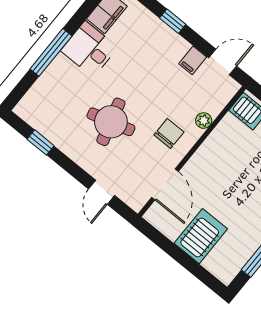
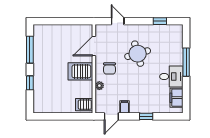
door: (165, 184) -> (94, 46), hinge flipped
server rack: (201, 236) -> (80, 71), moved, turned 90

